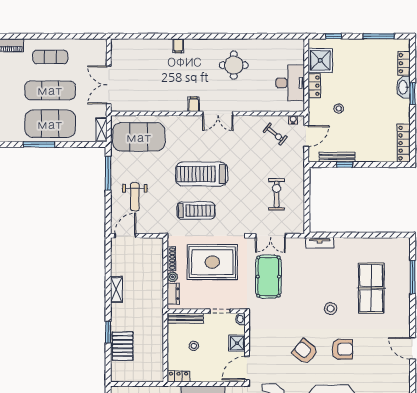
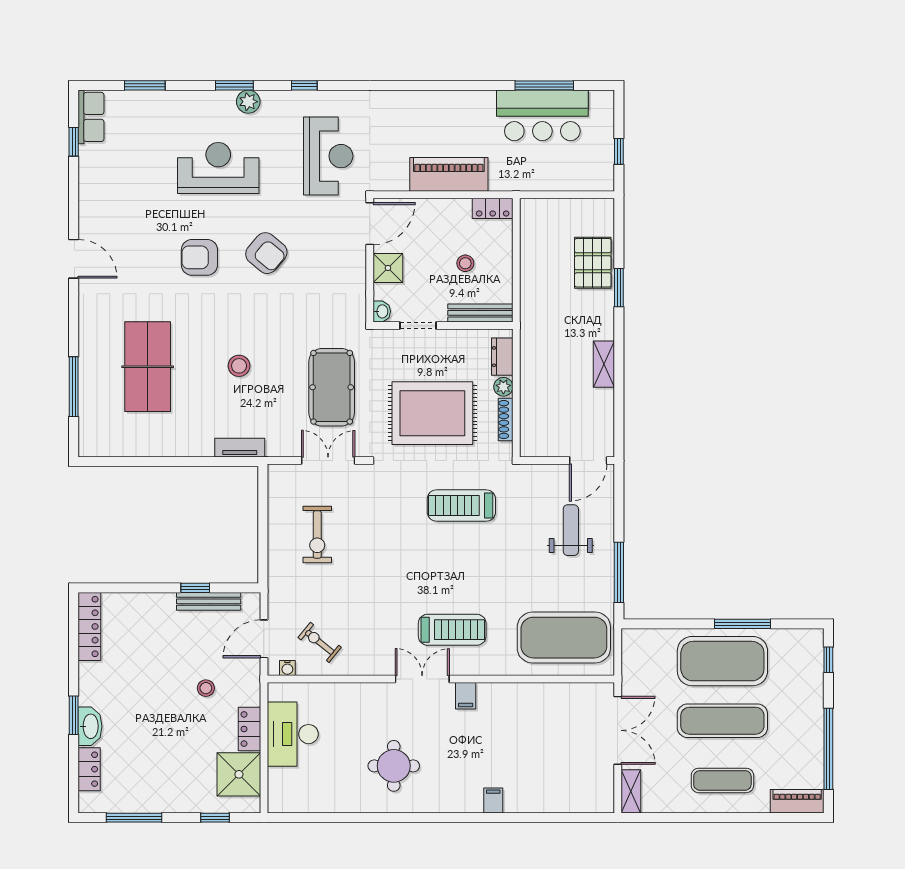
shelving: (101, 130) -> (631, 791), moved
treadmill: (202, 174) -> (452, 630), moved, width x0.73, depth x0.73
stool: (331, 309) -> (239, 366), moved

